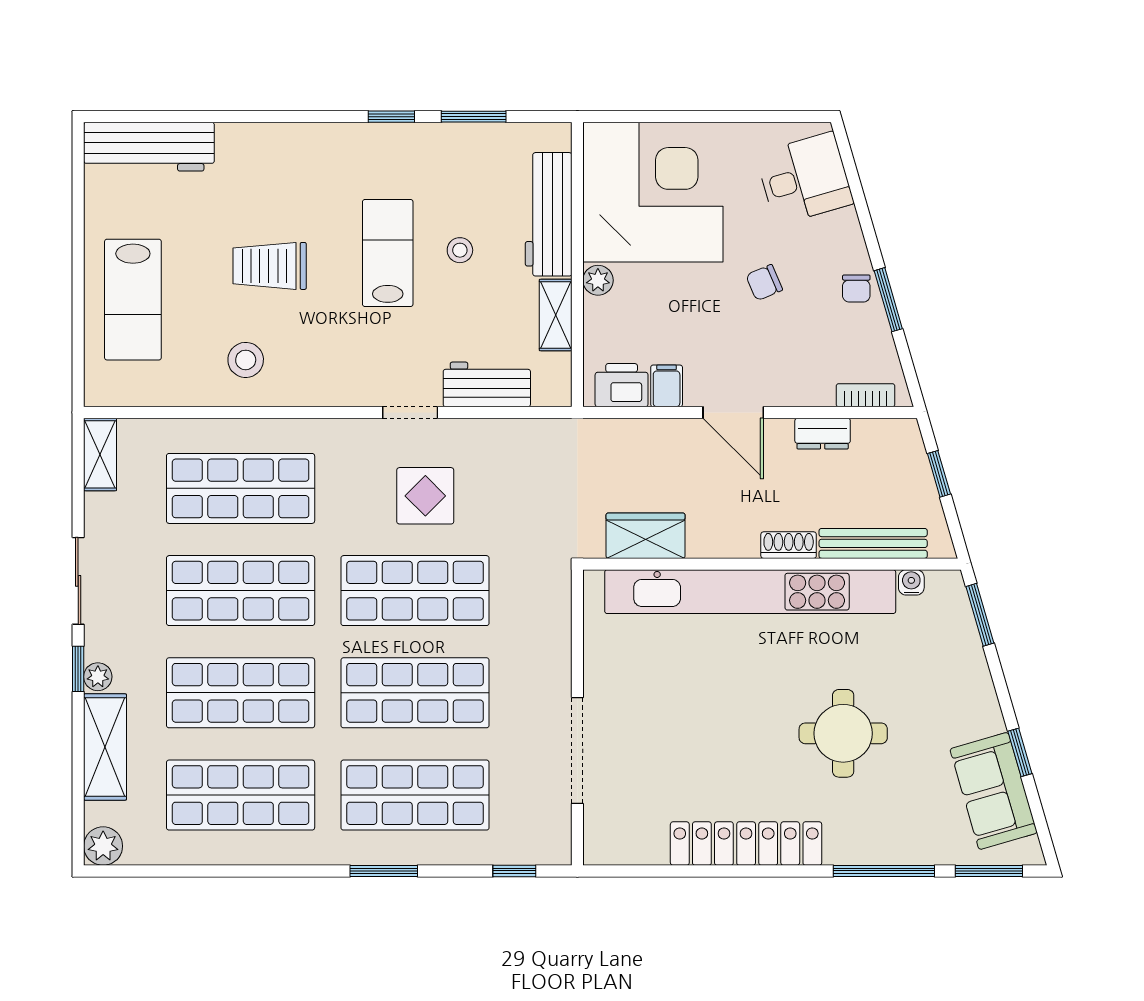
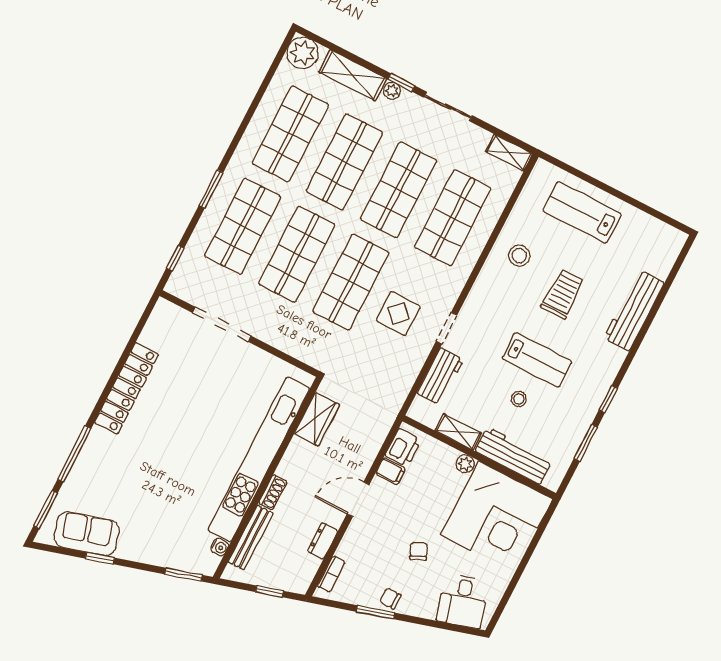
workbench: (149, 147) -> (634, 310), moved
round table: (843, 733) -> (158, 470), removed
plant: (103, 846) -> (303, 53), width x1.36, depth x1.36

